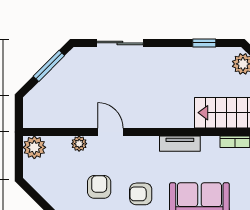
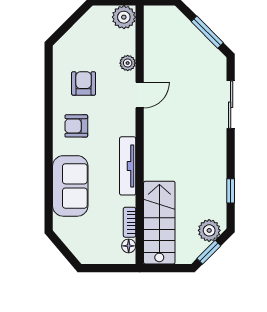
tv unit: (180, 144) -> (128, 166), width x1.41
armchair: (99, 187) -> (84, 83), turned -90
armchair: (141, 194) -> (76, 126), turned -90

